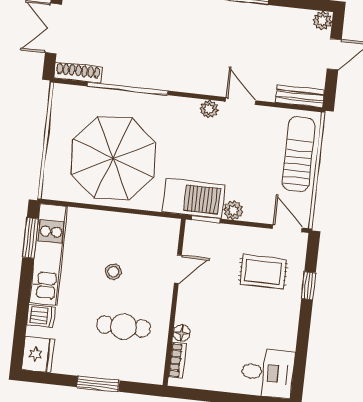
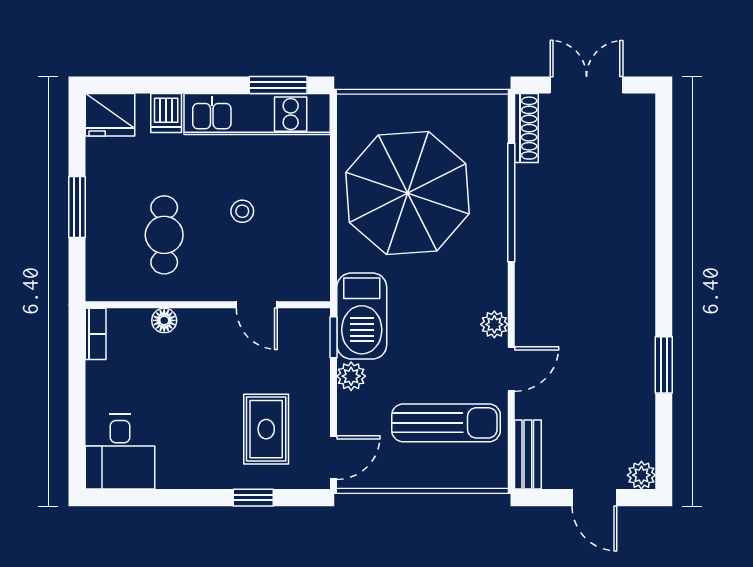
sun lounger: (299, 154) -> (446, 423), moved
bookcase: (177, 360) -> (96, 334), moved, turned -90

